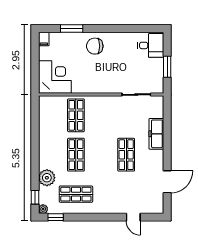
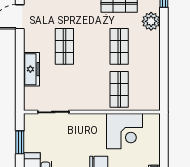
corner desk: (55, 77) -> (124, 131), moved, turned -90

